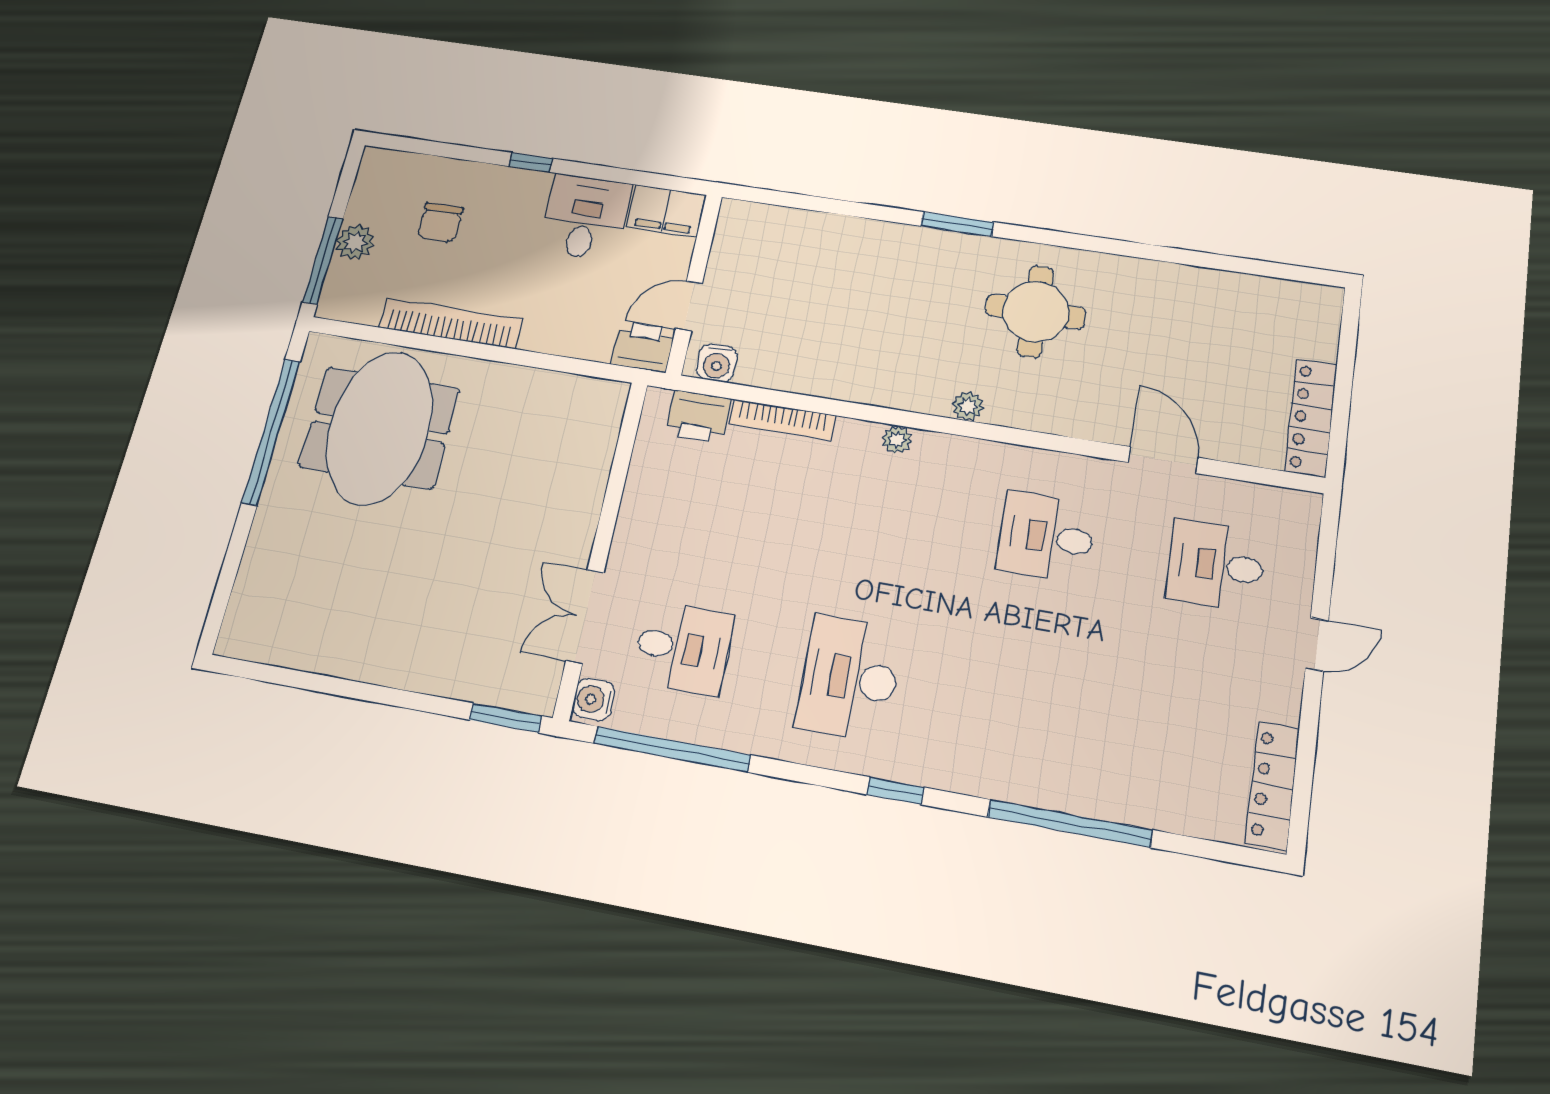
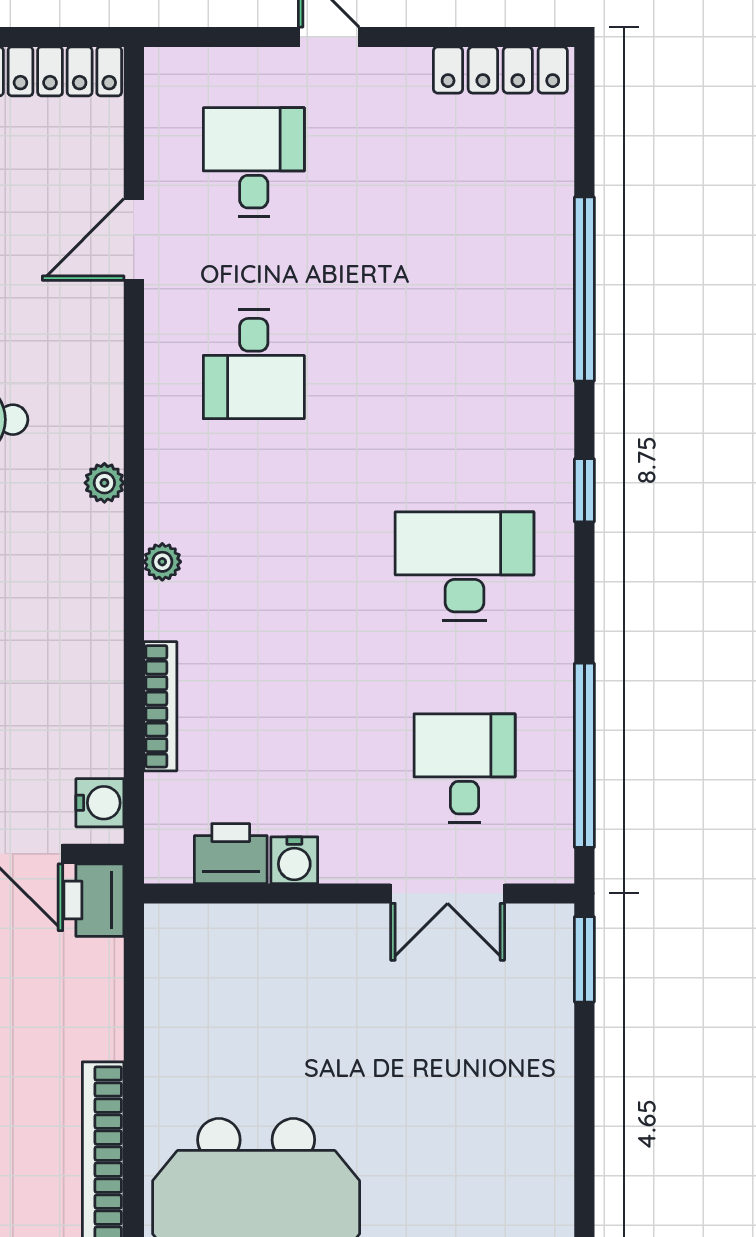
printer: (698, 416) -> (231, 854), moved, turned -90
desk: (1216, 565) -> (254, 162), turned 180
desk: (849, 678) -> (465, 566), turned 180
water cooler: (594, 700) -> (294, 860), moved

